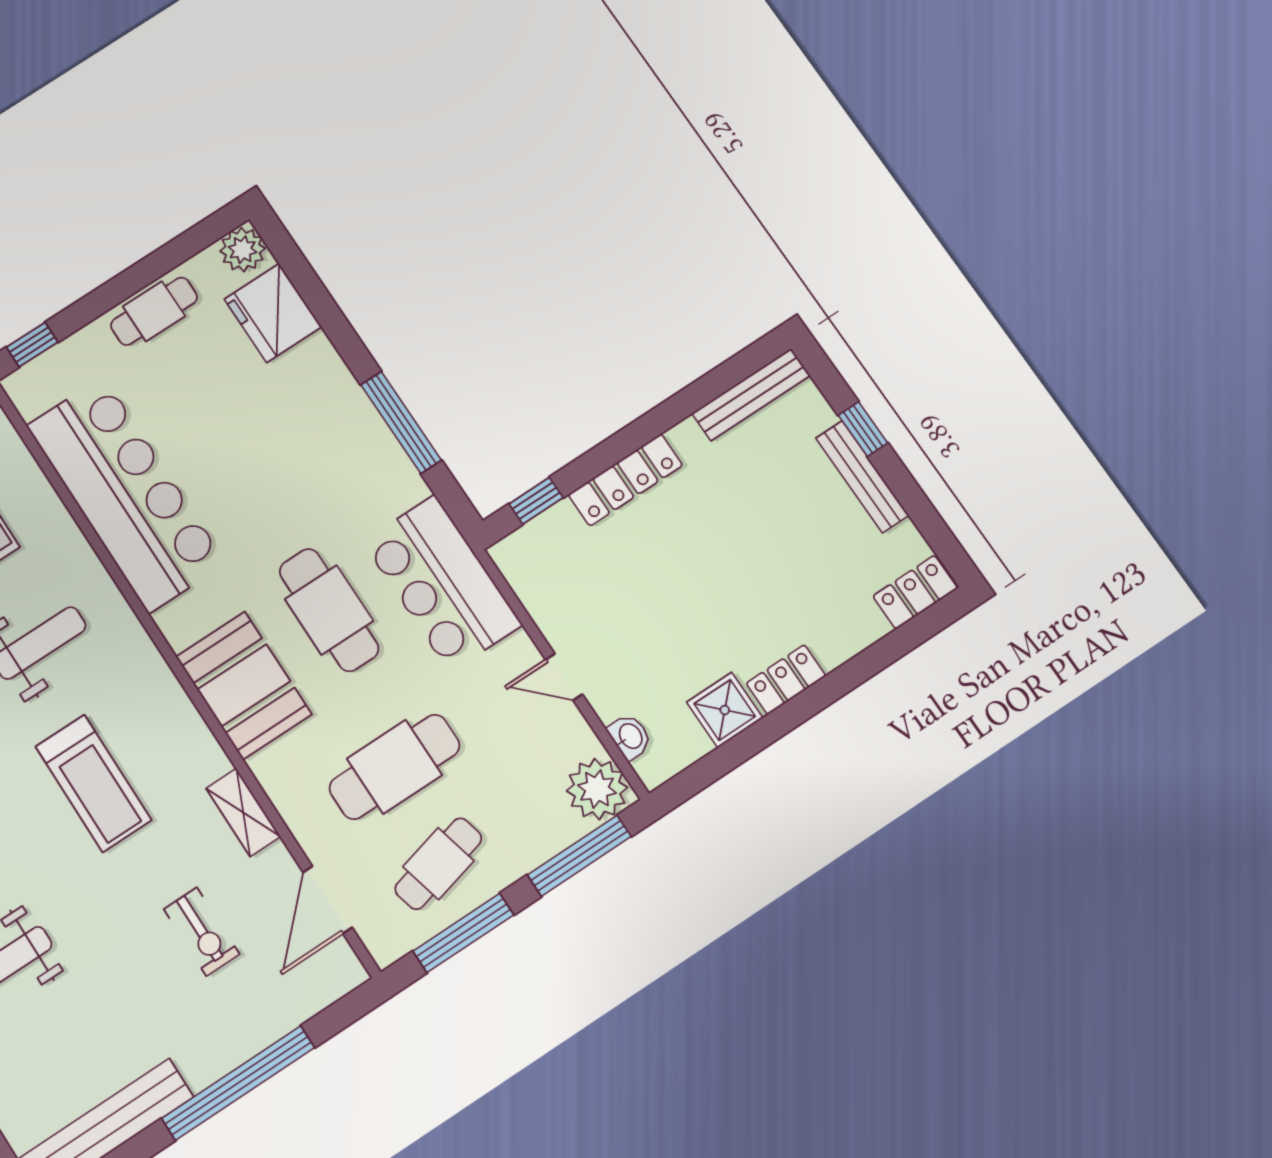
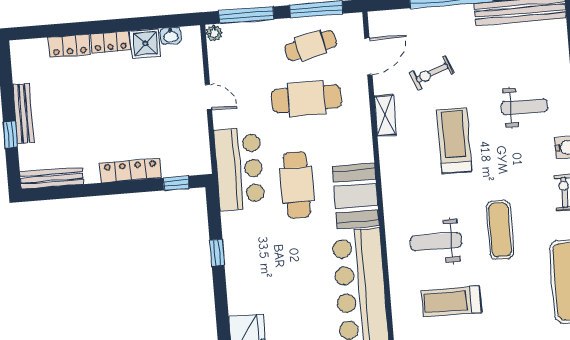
window: (401, 422) -> (217, 253), width x0.46
locker: (915, 592) -> (69, 46), moved
booth: (244, 685) -> (356, 196), moved
washbasin: (630, 737) -> (171, 36), moved, turned -90
treadmill: (93, 783) -> (454, 141), moved
plant: (597, 789) -> (214, 33), width x0.53, depth x0.53
exercise bike: (202, 932) -> (432, 73), turned -111

